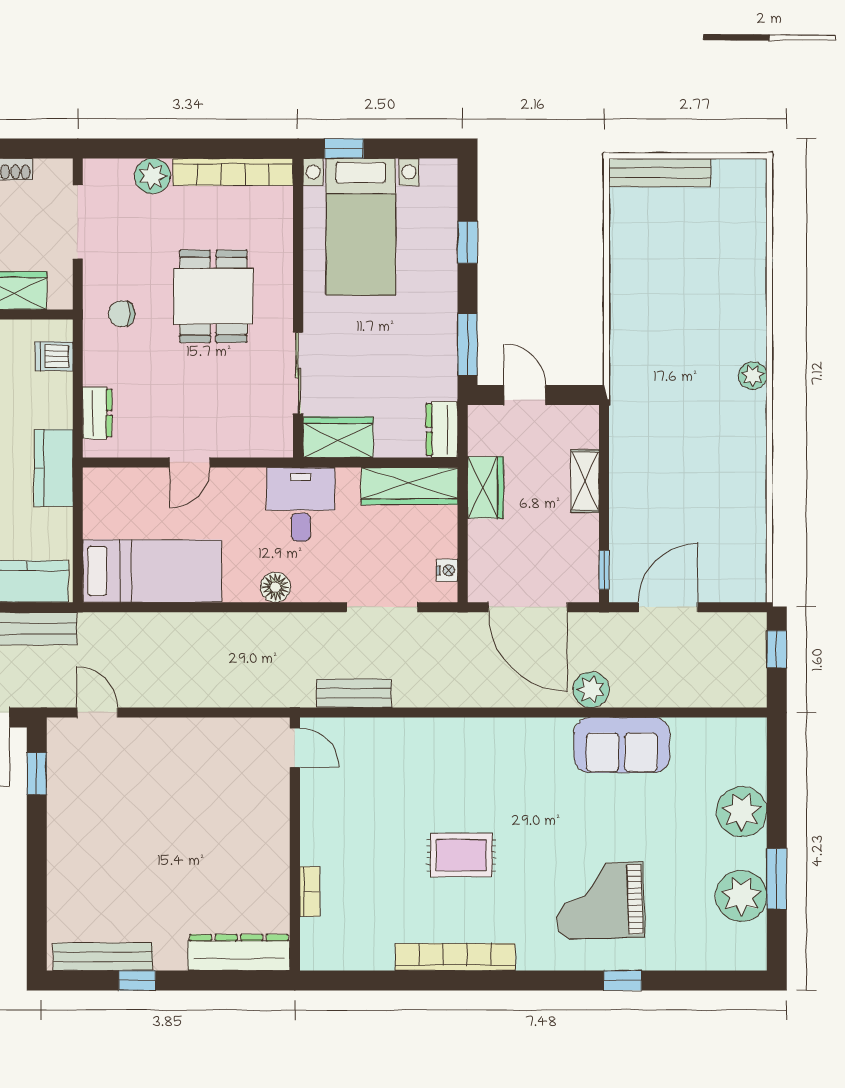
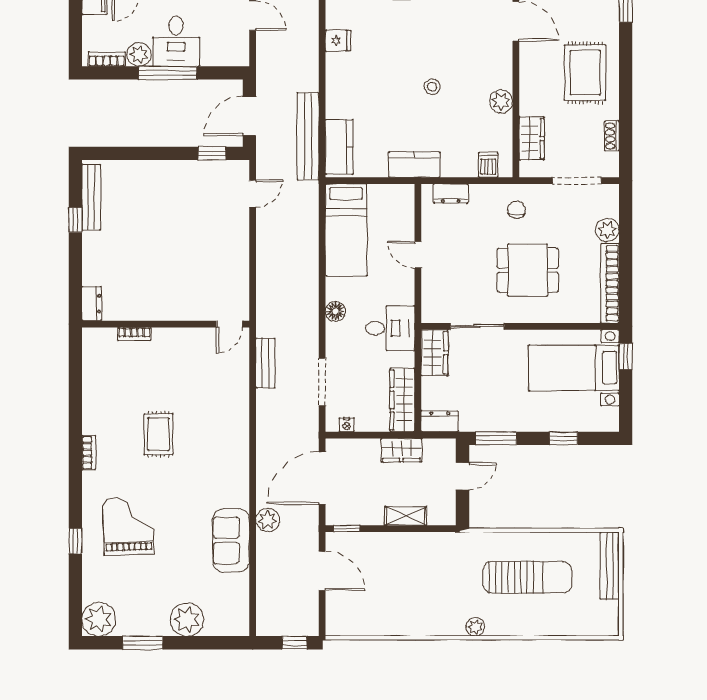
sun lounger: (678, 297) -> (527, 577), added
plant: (741, 896) -> (99, 619), moved
dresser: (239, 952) -> (92, 304), width x0.51, depth x0.80
bookcase: (455, 957) -> (89, 453), width x0.43, depth x0.76

